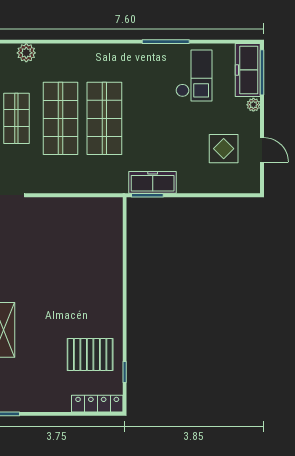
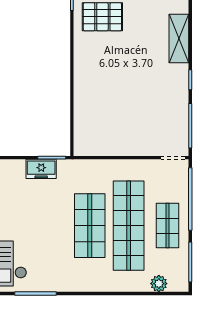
shop shelf: (60, 118) -> (129, 226), width x1.40
freezer: (153, 182) -> (41, 169), width x0.71

